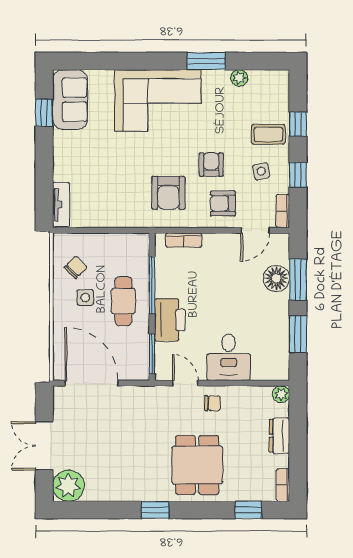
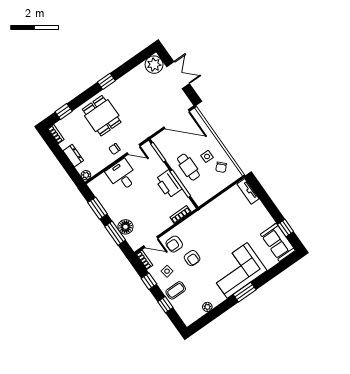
window: (206, 61) -> (245, 292), moved
armchair: (168, 193) -> (203, 231), removed
armchair: (223, 203) -> (174, 244), turned 180
door: (255, 230) -> (151, 242), swing flipped
printer: (170, 320) -> (168, 184), moved

